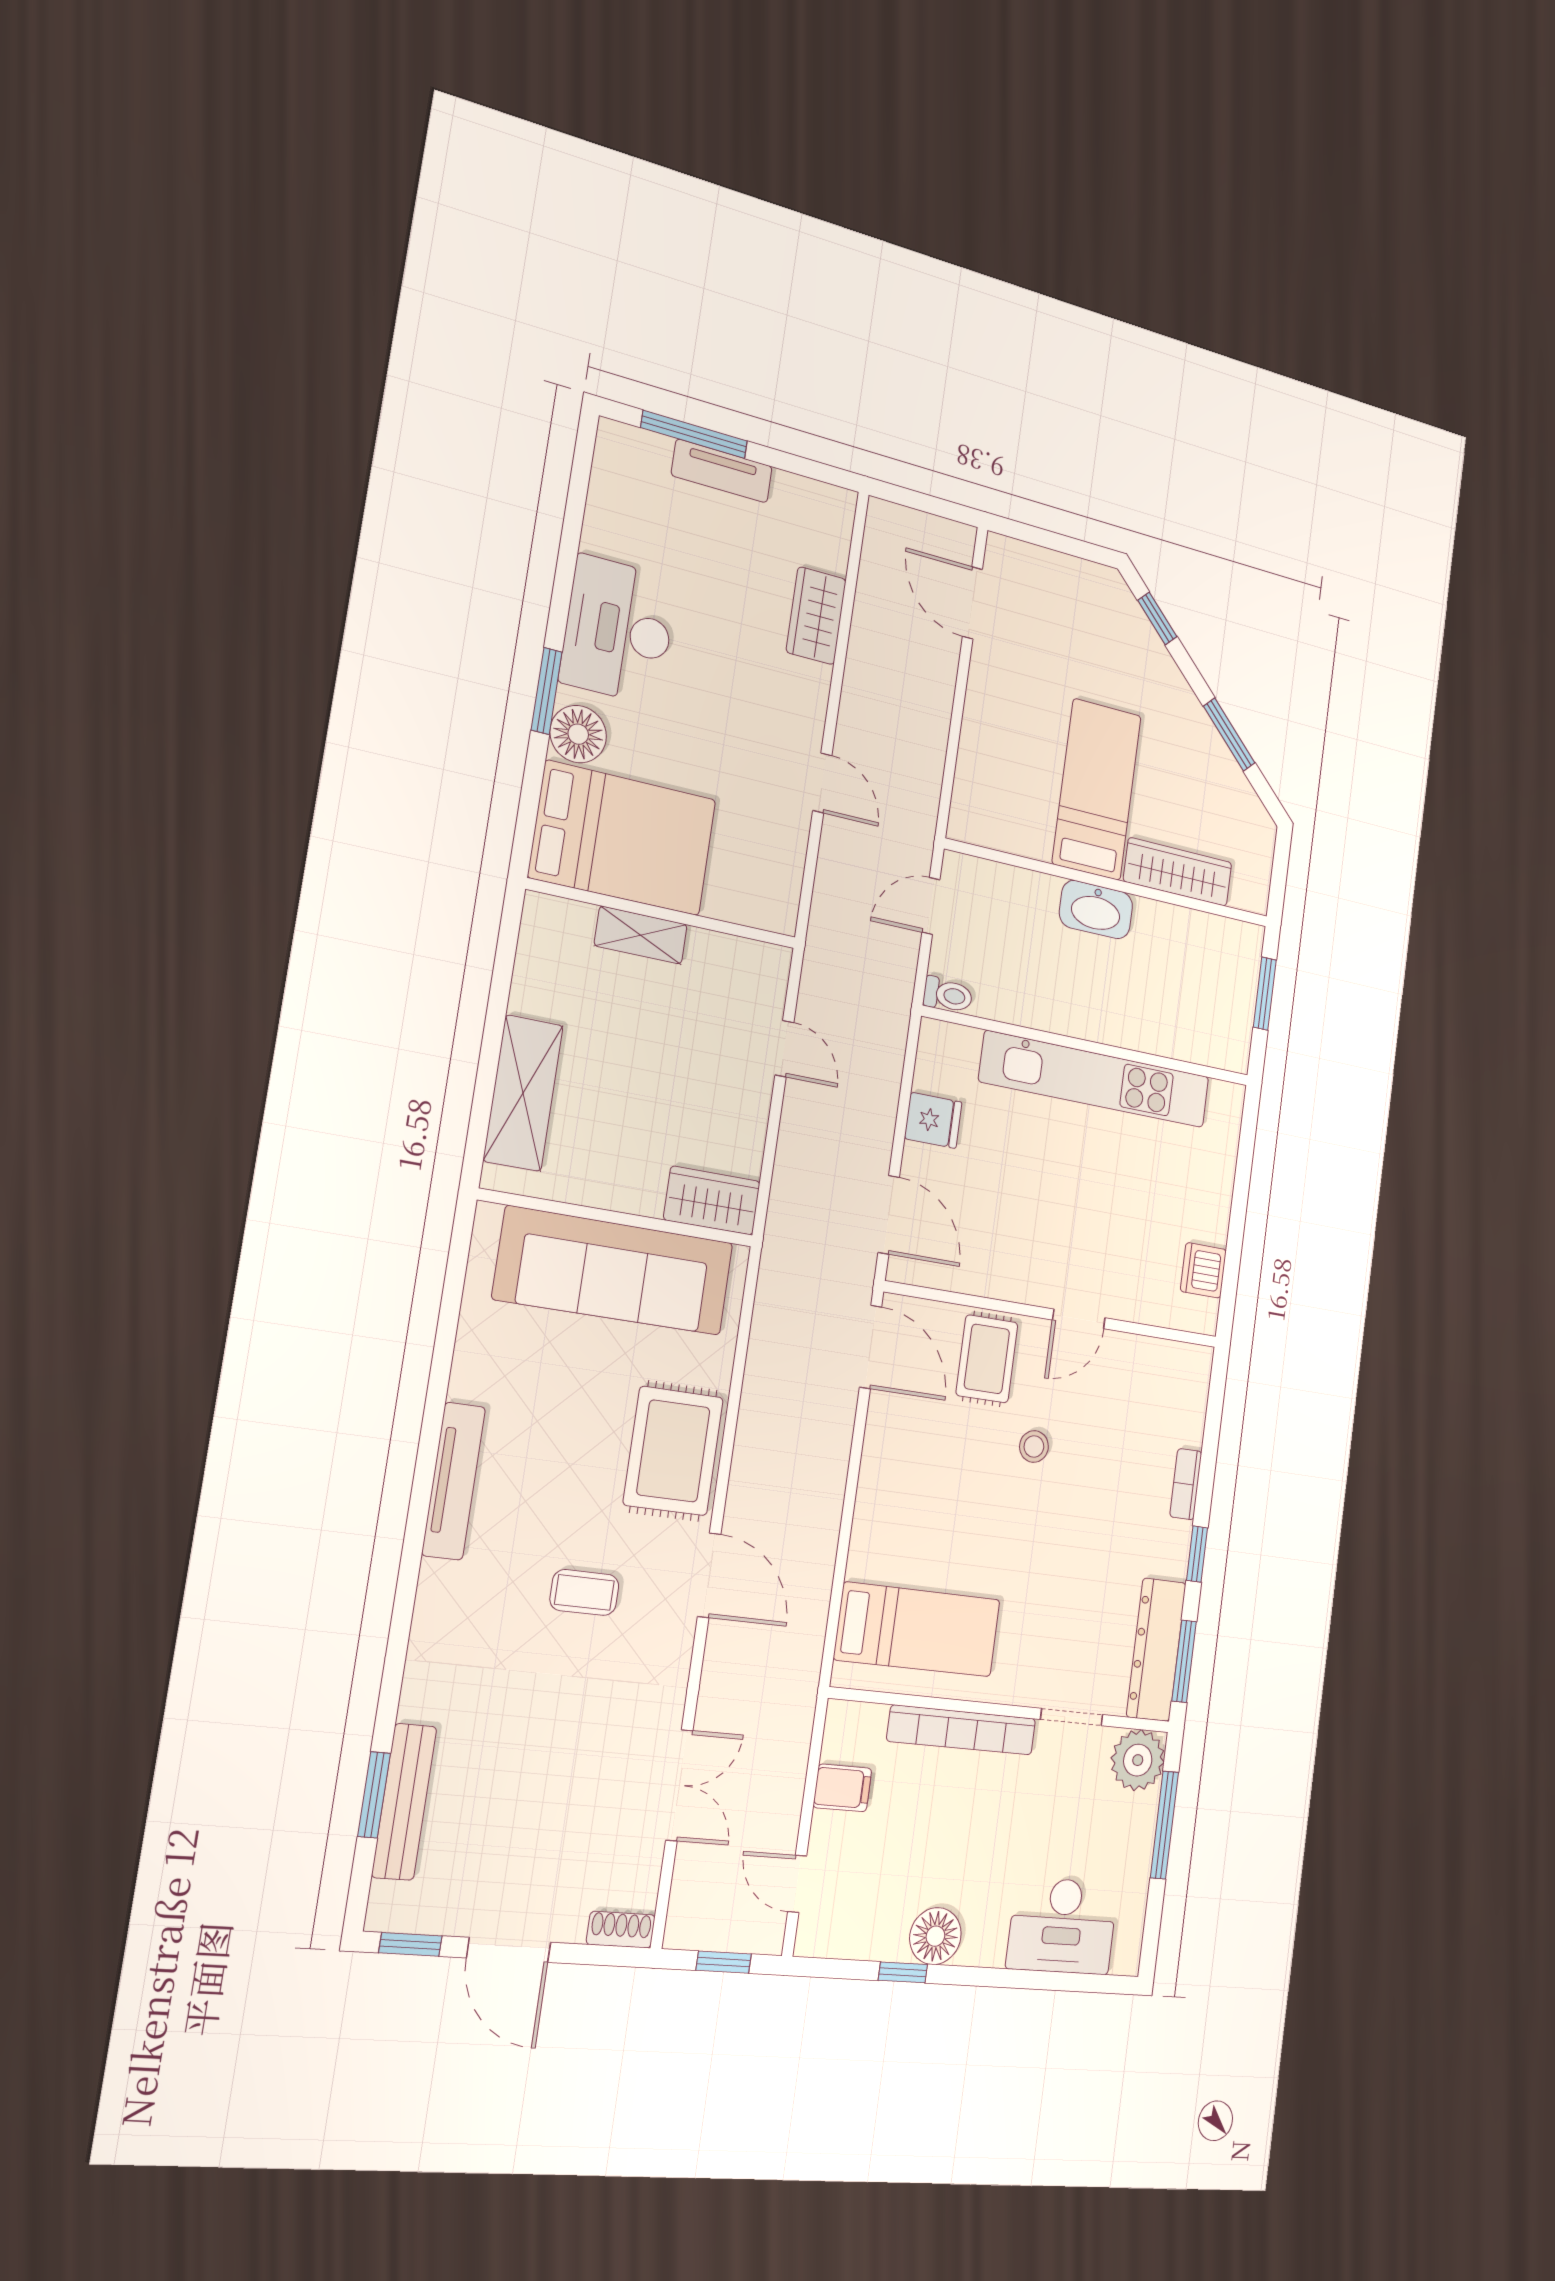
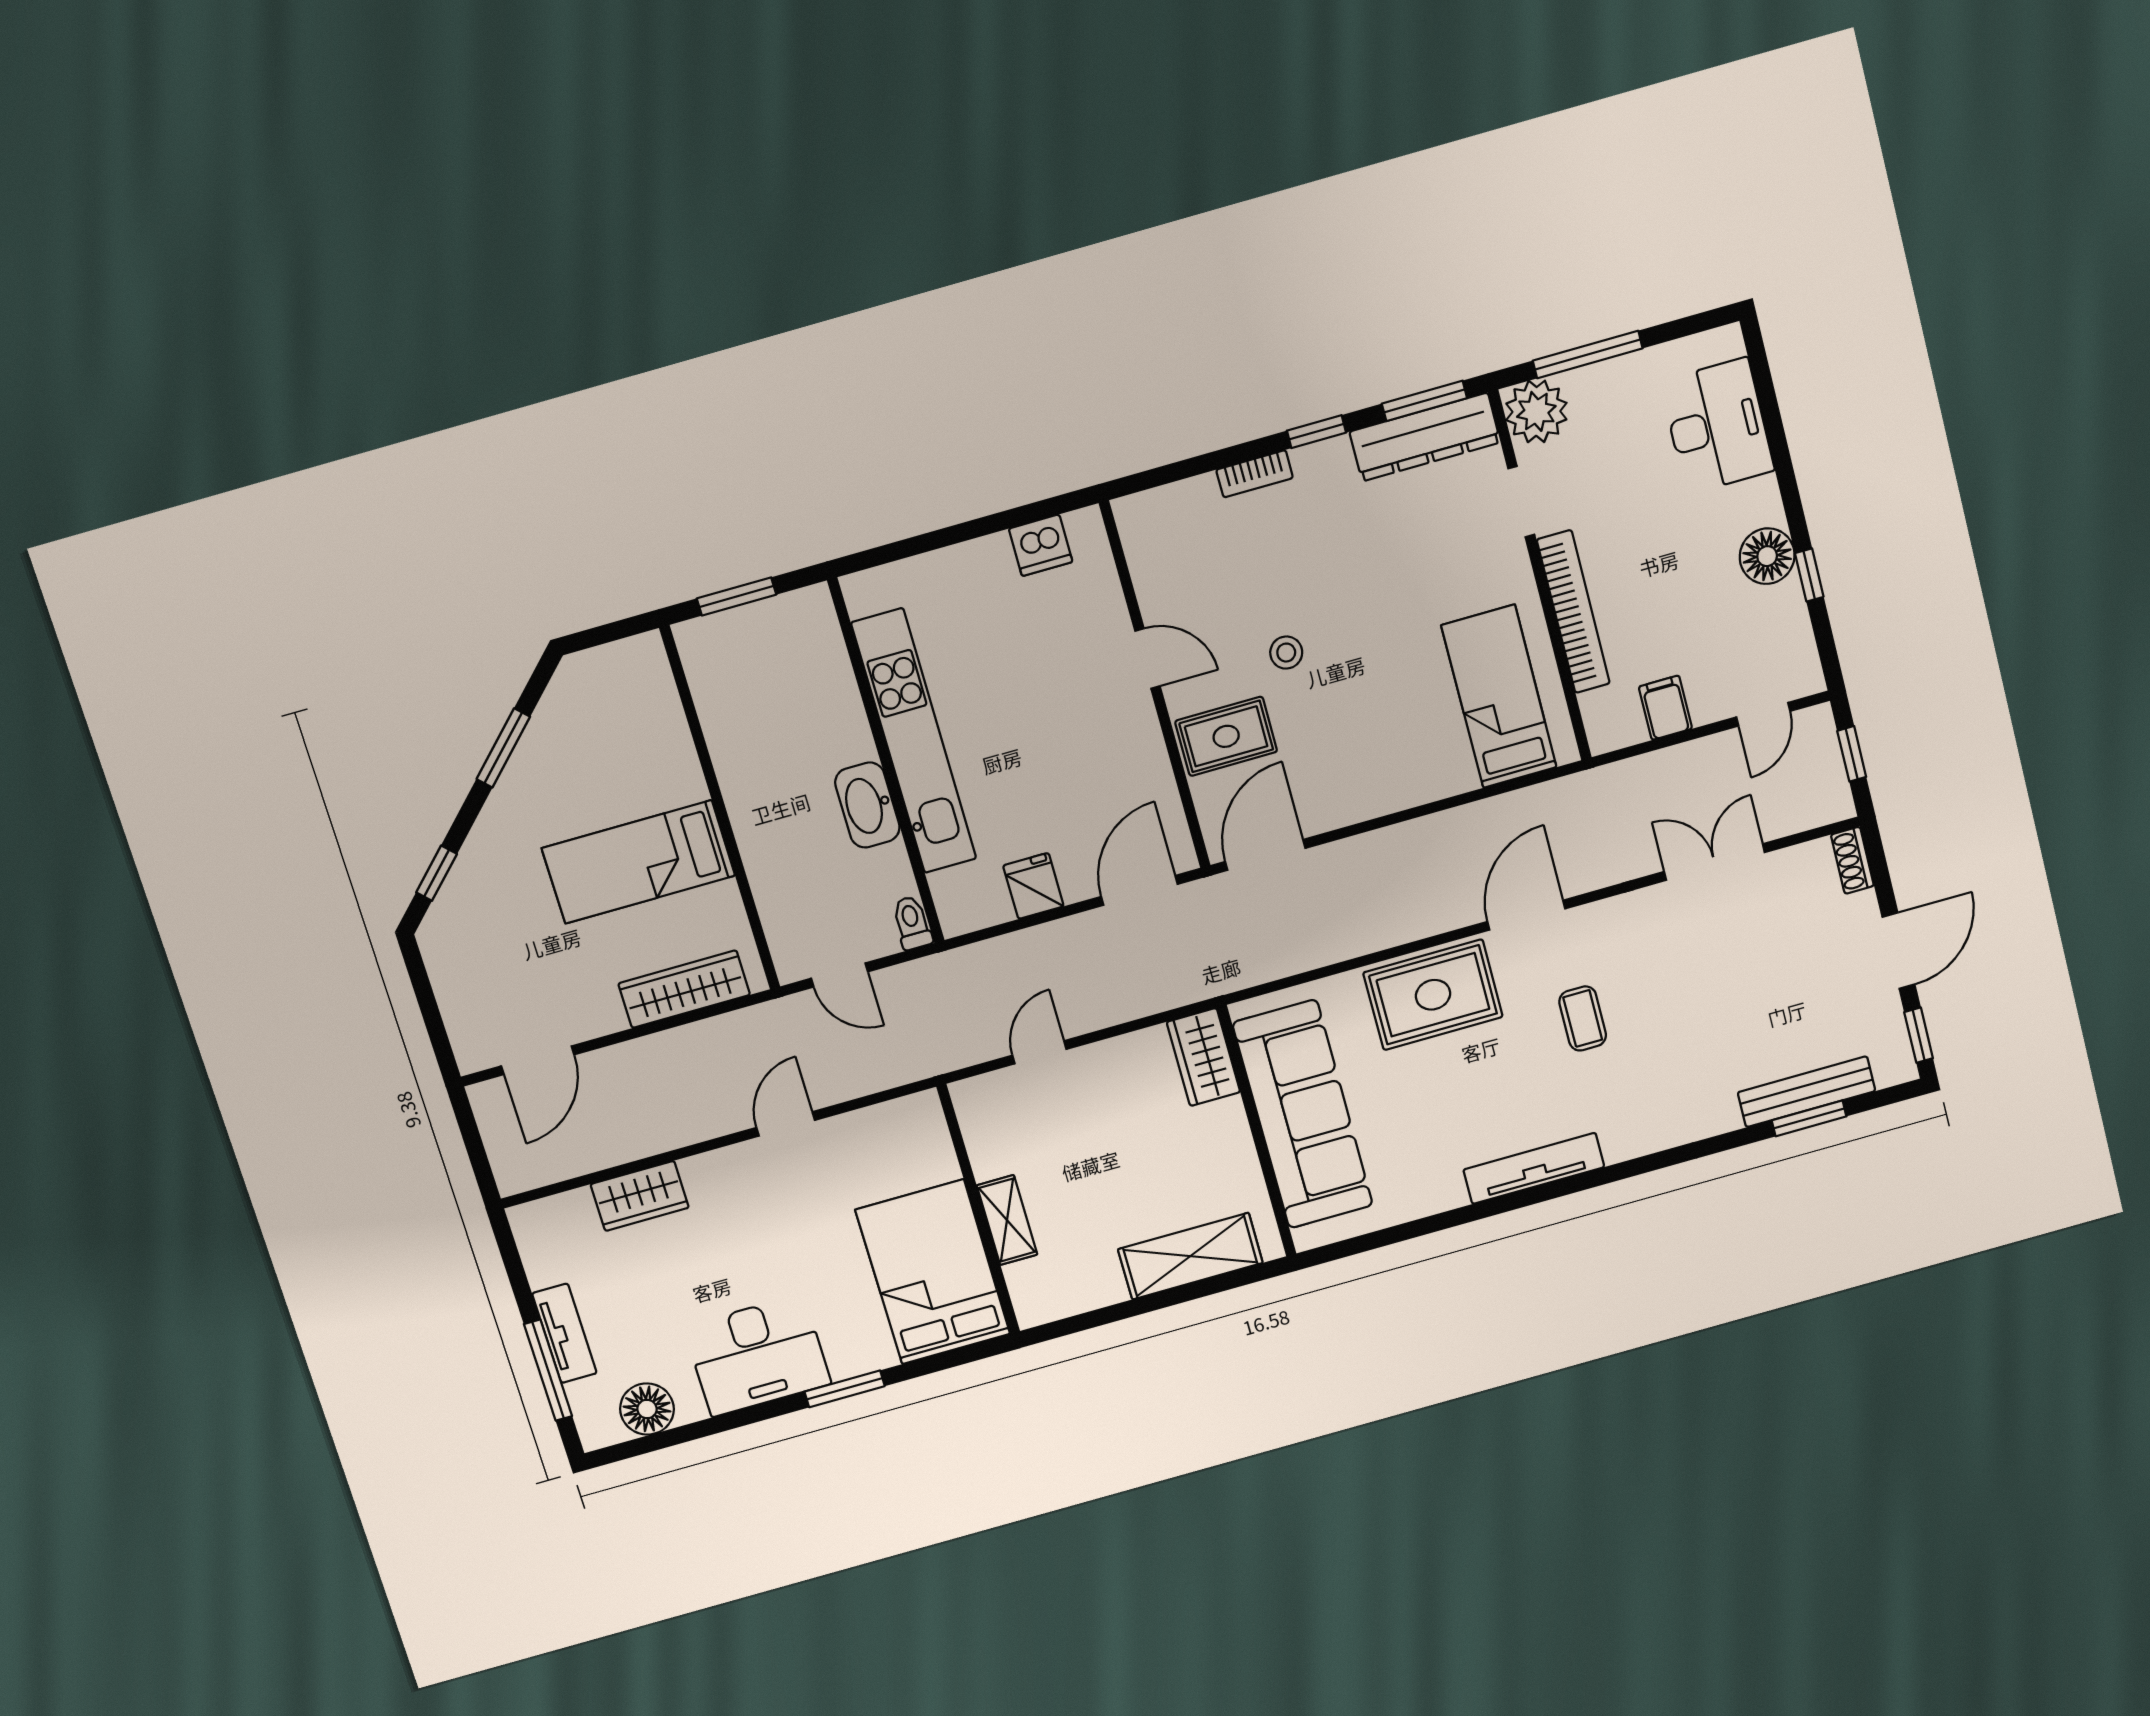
floor lamp: (578, 734) -> (647, 1409), moved
wardrobe: (1178, 872) -> (684, 989), moved, turned 90
washbasin: (1096, 910) -> (867, 805), moved, turned 180

